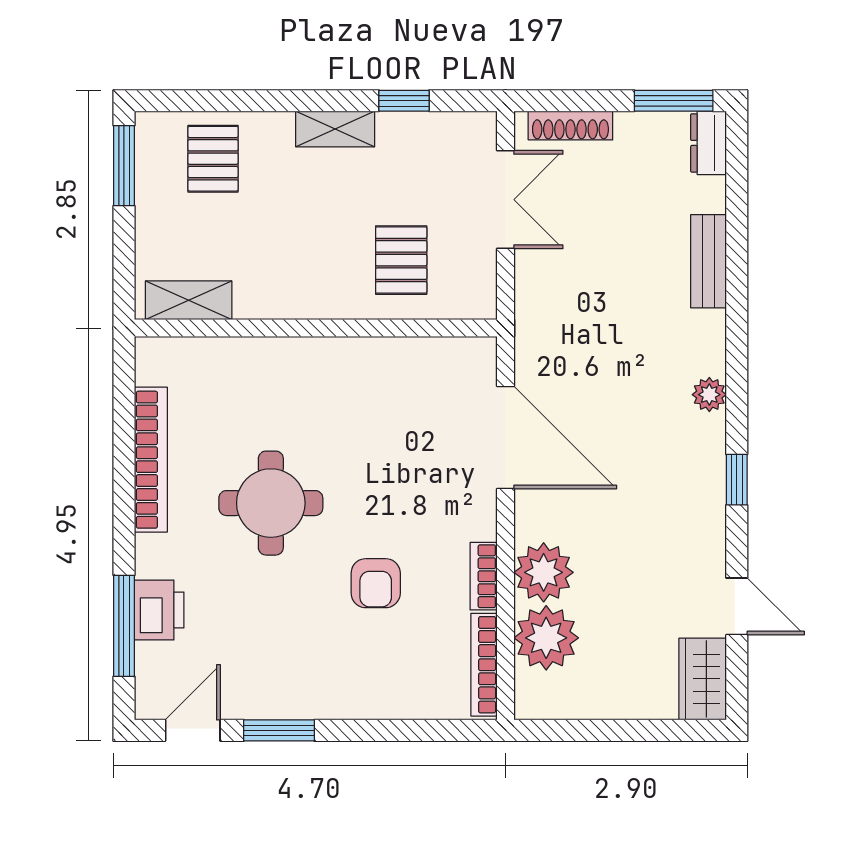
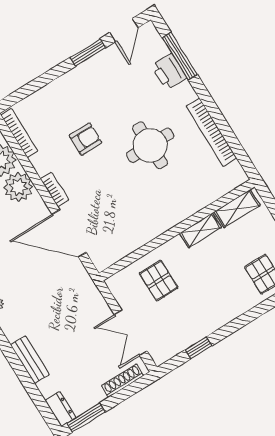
shelving: (335, 129) -> (201, 230), moved
bookcase: (484, 576) -> (55, 190), moved
armchair: (376, 583) -> (86, 139), turned 90

